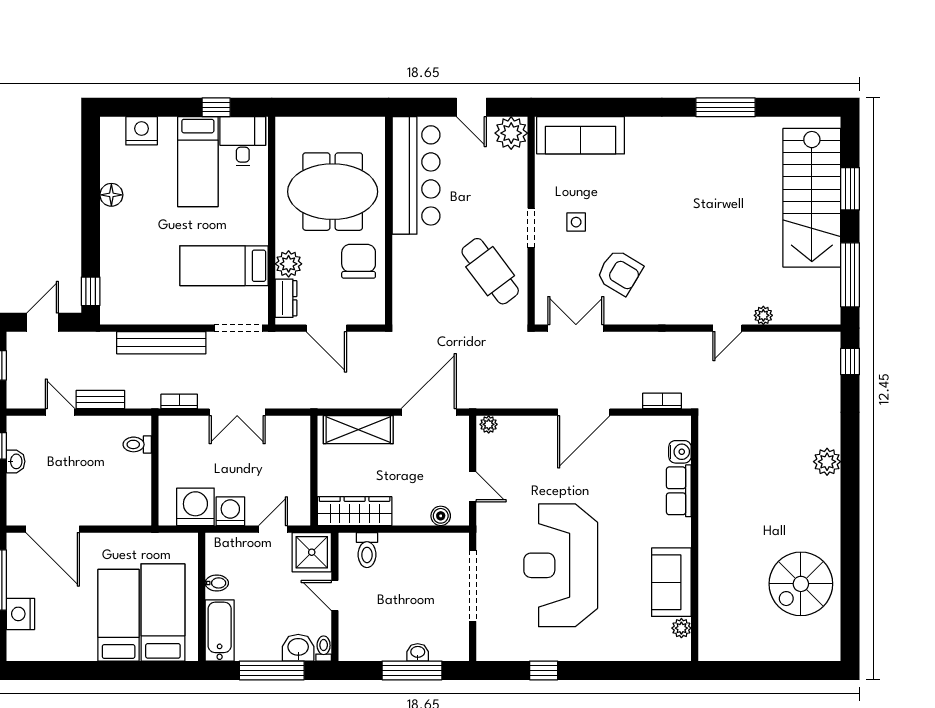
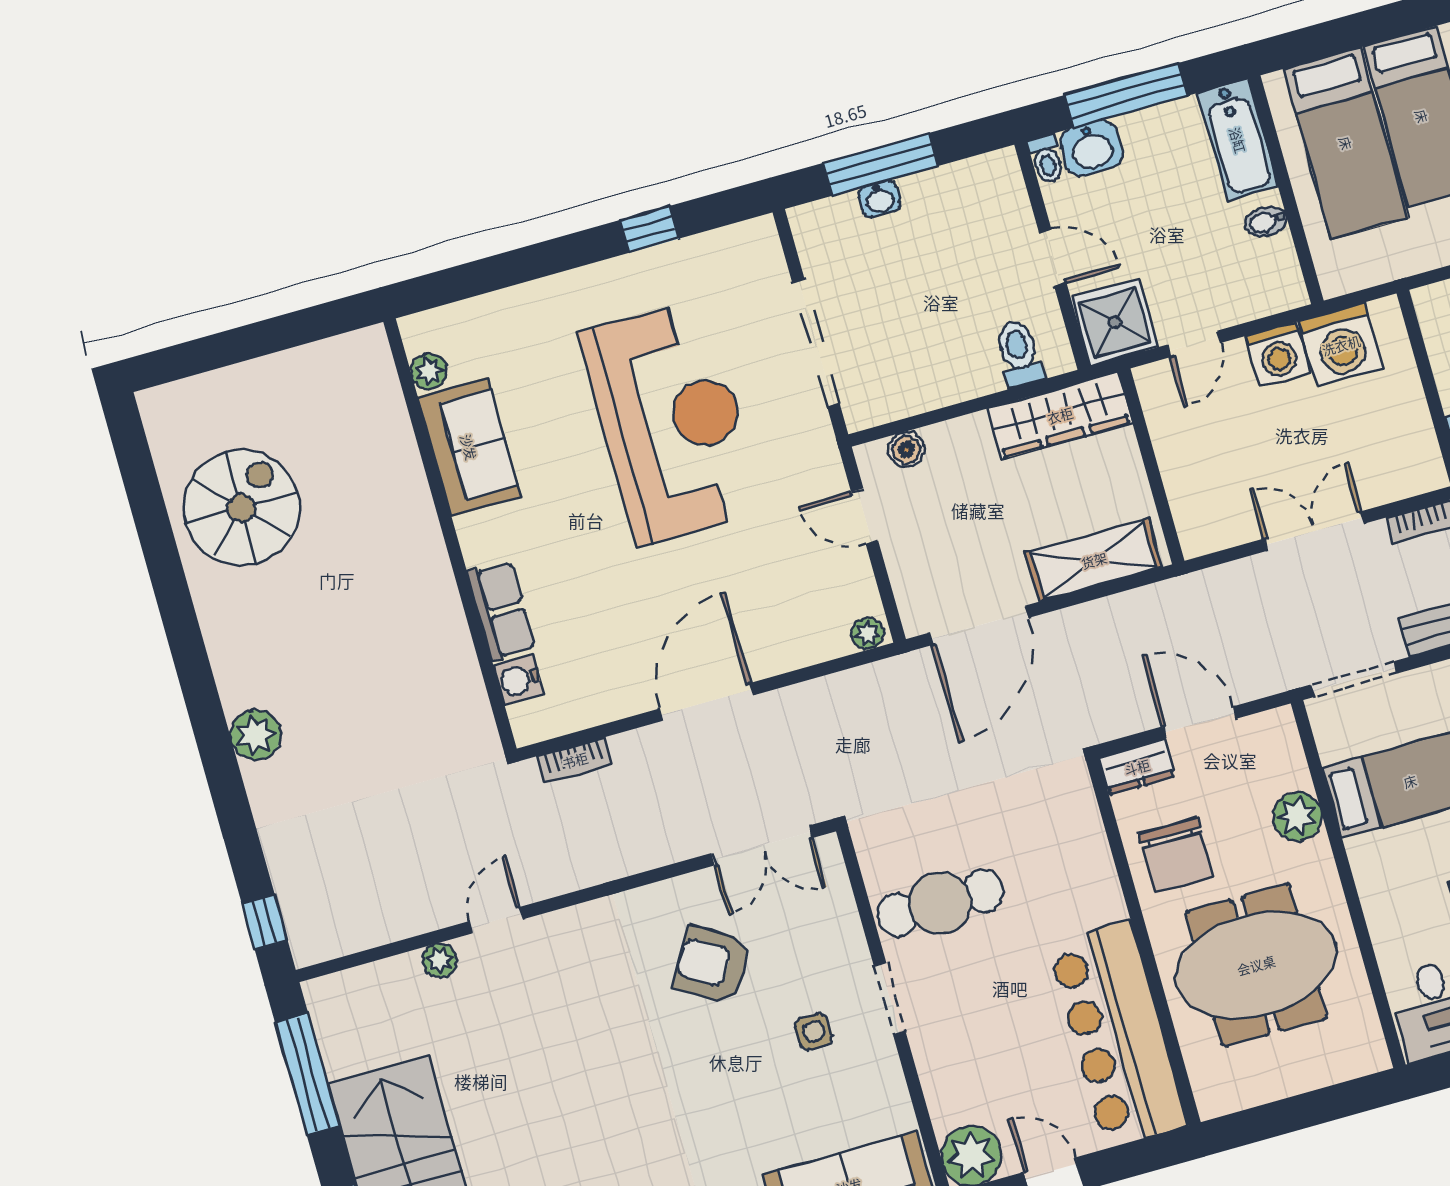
cafe table: (490, 271) -> (940, 903), turned -53
dresser: (286, 298) -> (1137, 767), moved, turned -90

